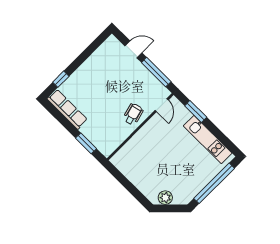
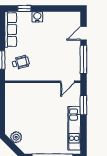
door: (133, 49) -> (83, 33), swing flipped
water cooler: (79, 75) -> (37, 17), added
wheelchair: (133, 114) -> (21, 62), moved

